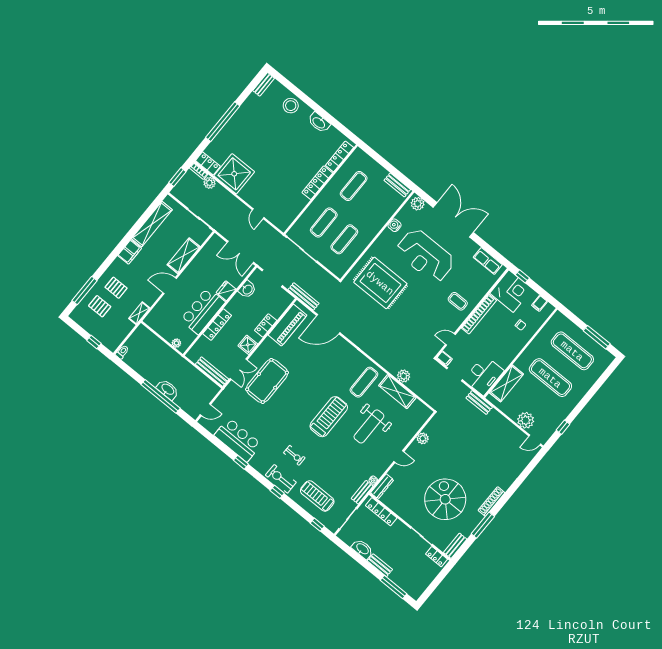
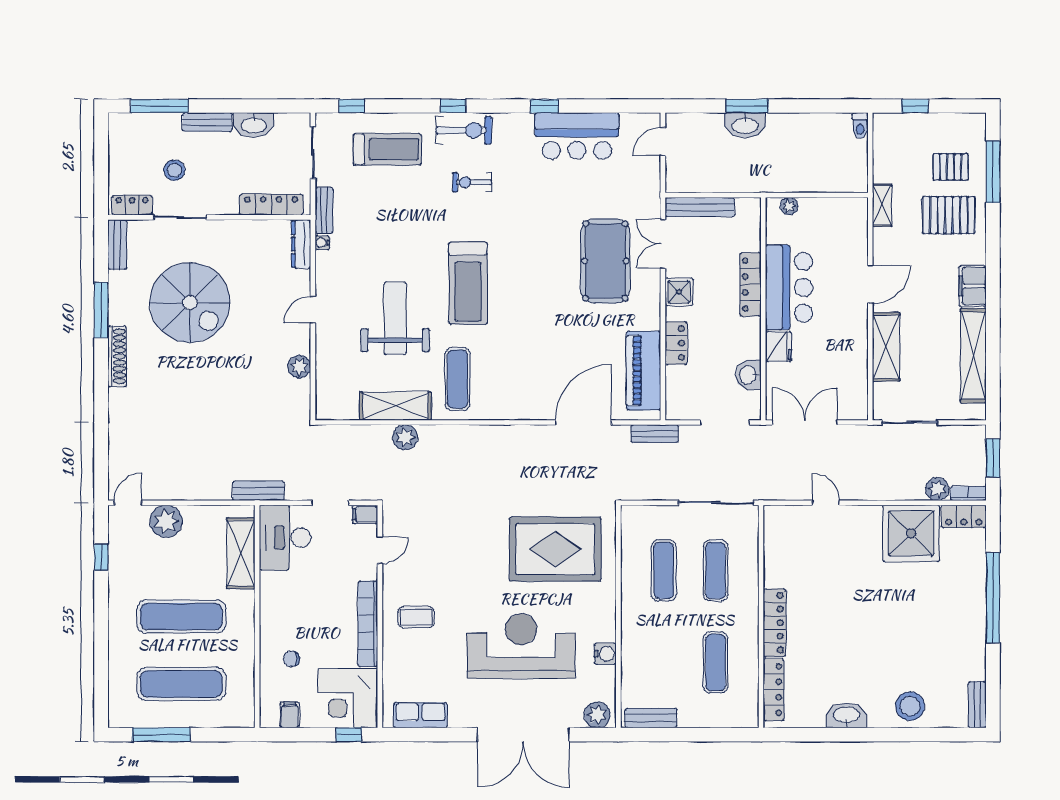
pallet: (116, 288) -> (949, 215), width x1.50, depth x1.42
bench: (304, 296) -> (655, 434), width x0.73
window: (161, 396) -> (747, 106), width x0.47
stool: (408, 557) -> (174, 170), added

